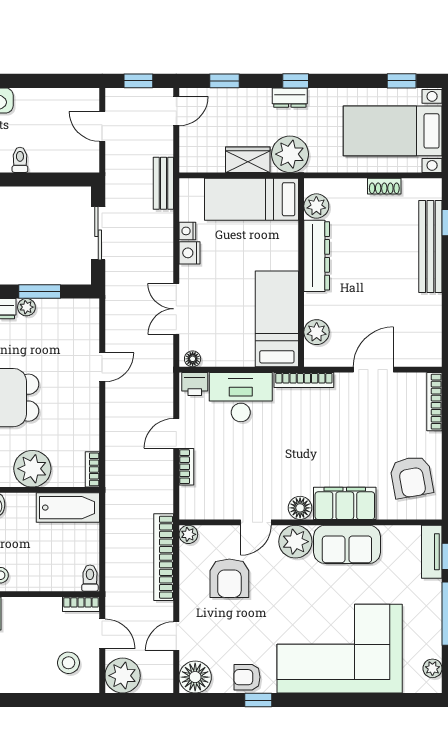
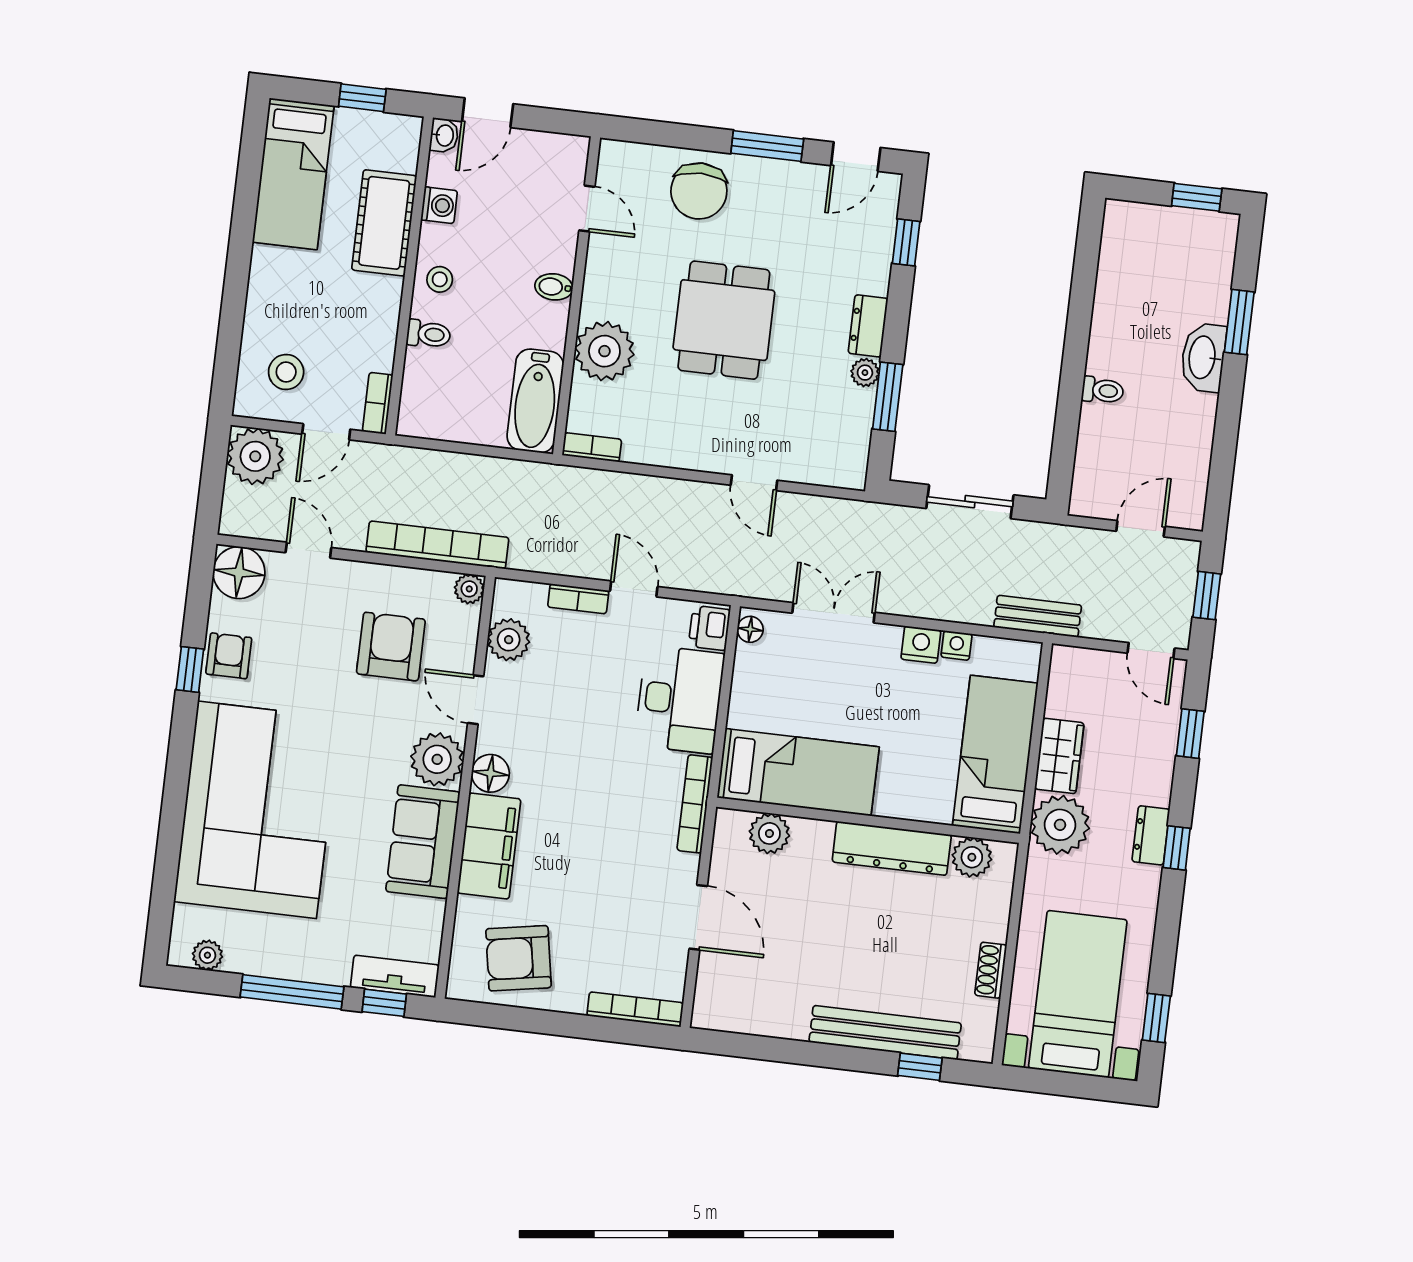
plant: (217, 506) -> (509, 640), added
toilet: (90, 578) -> (429, 334), moved
armchair: (229, 578) -> (391, 647), turned 90

